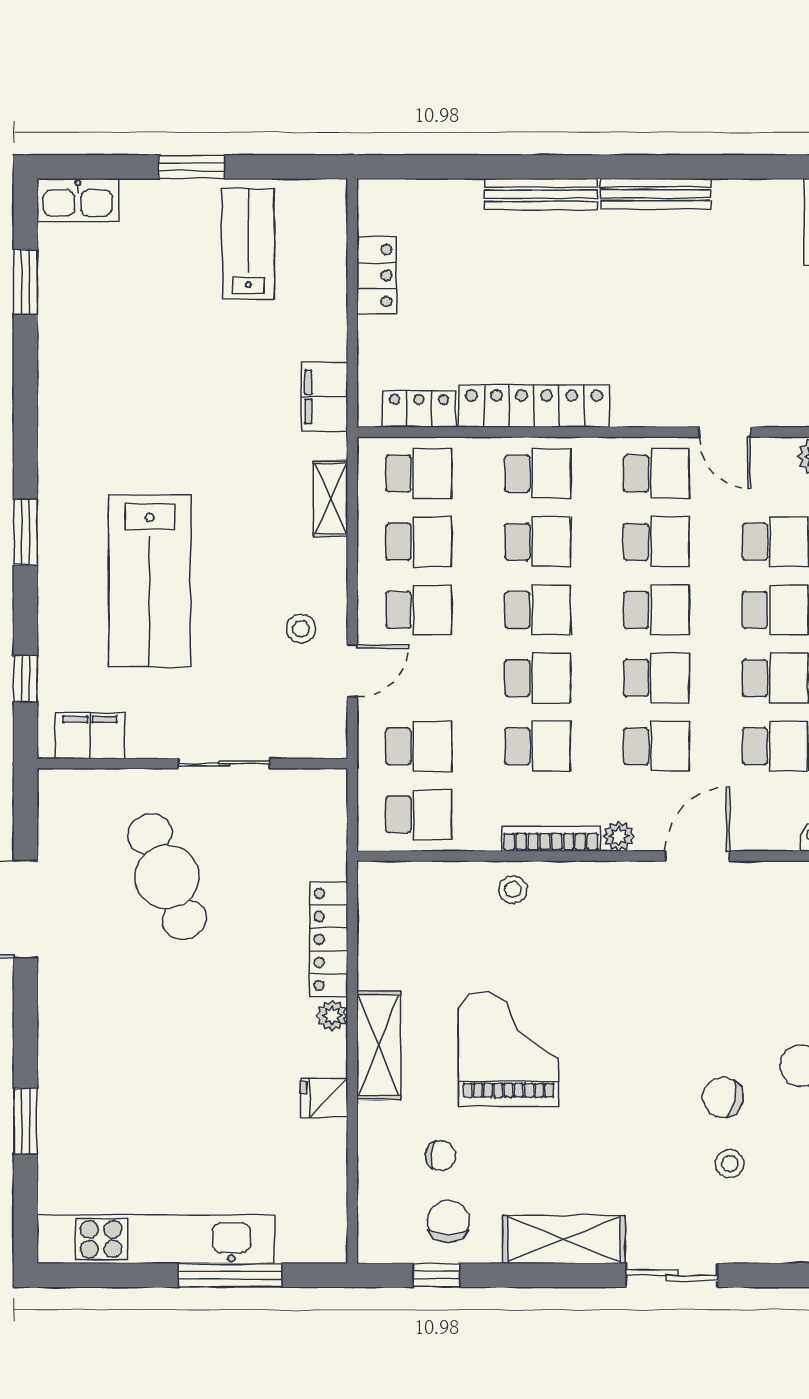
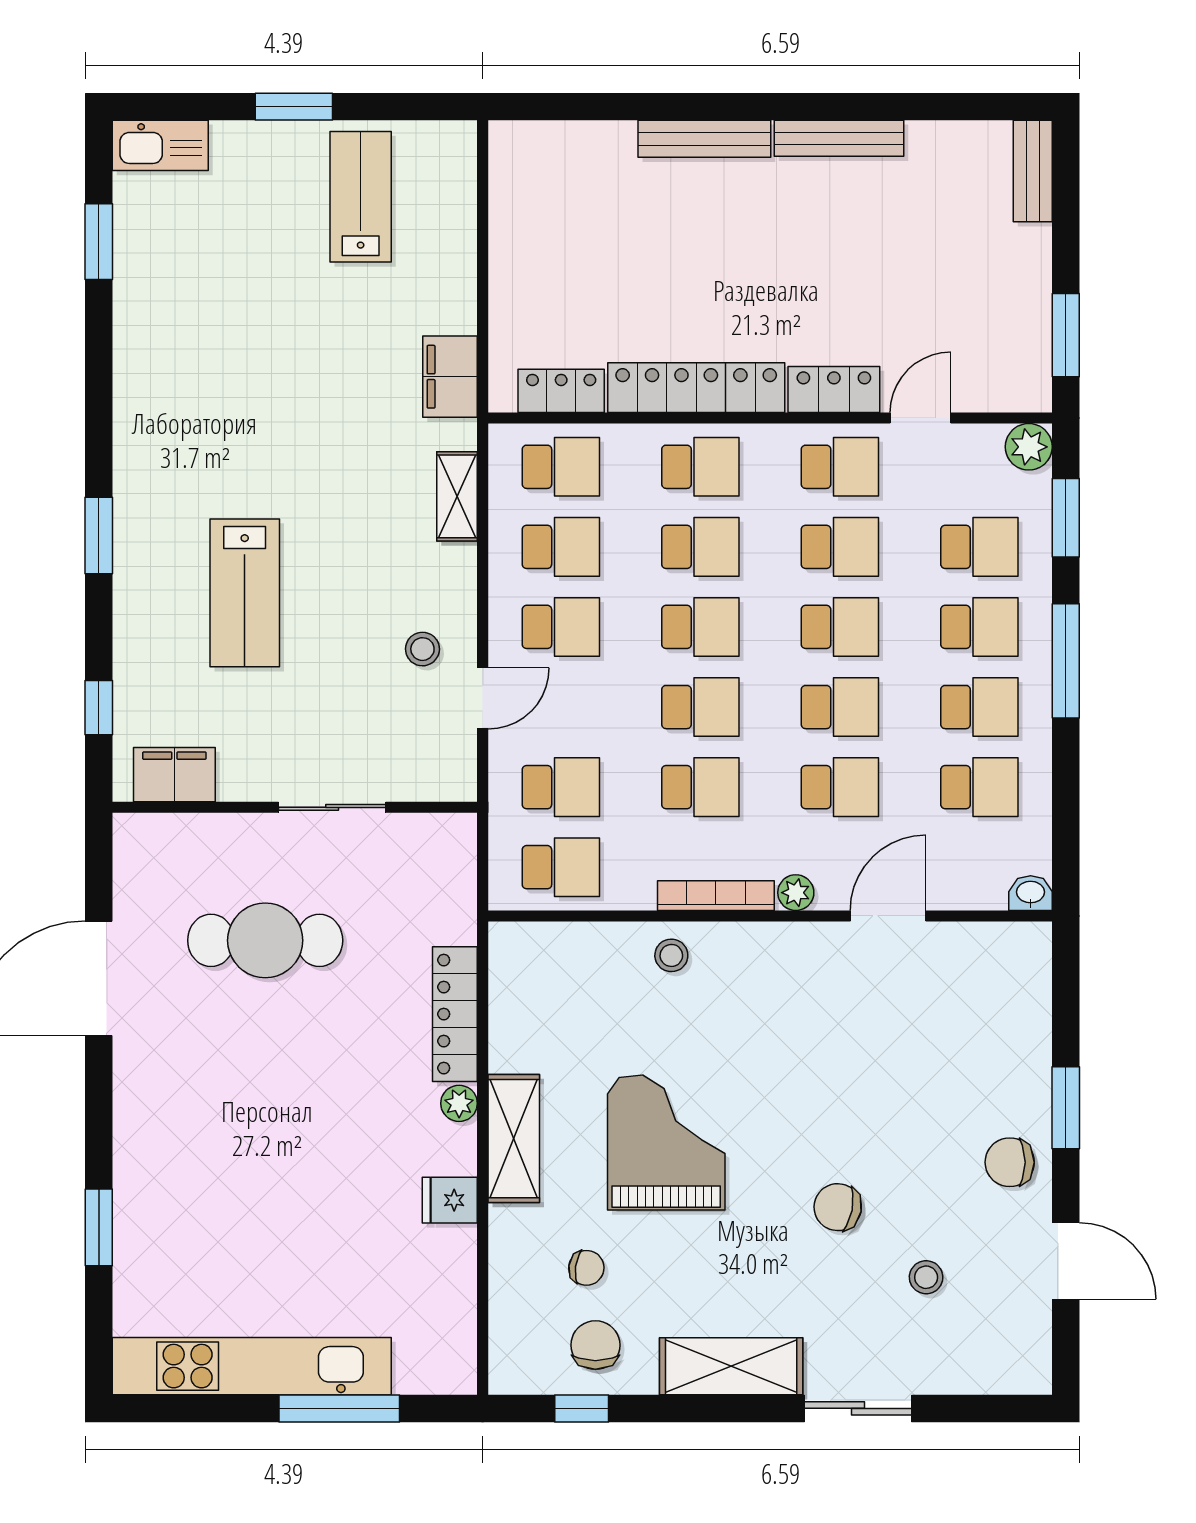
locker: (377, 275) -> (834, 389), moved, turned -90
door: (725, 432) -> (921, 418), swing flipped
lab bench: (150, 581) -> (245, 593), width x0.73, depth x0.72
cafe table: (167, 877) -> (265, 940), turned -68
chair: (723, 1097) -> (838, 1207), moved

